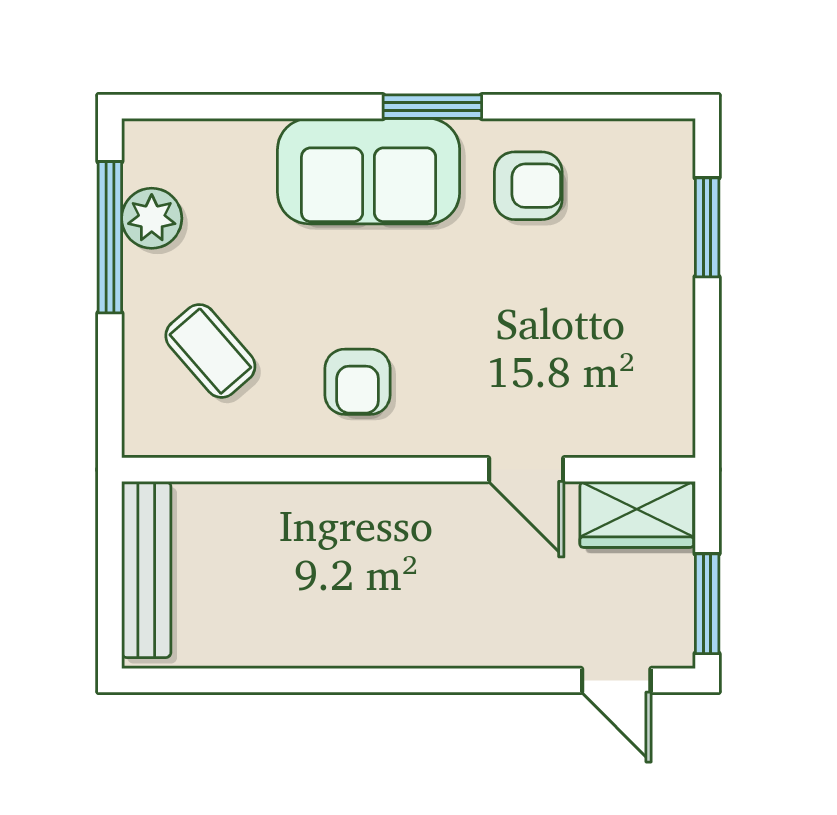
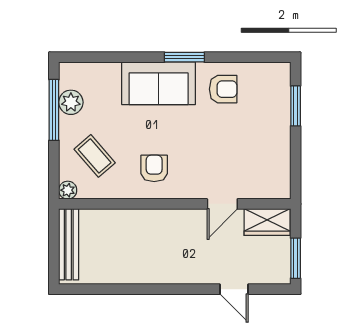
armchair: (358, 382) -> (154, 168), turned 180
plant: (144, 436) -> (68, 190), added
door: (526, 470) -> (222, 204), hinge flipped
door: (616, 680) -> (234, 289), moved

